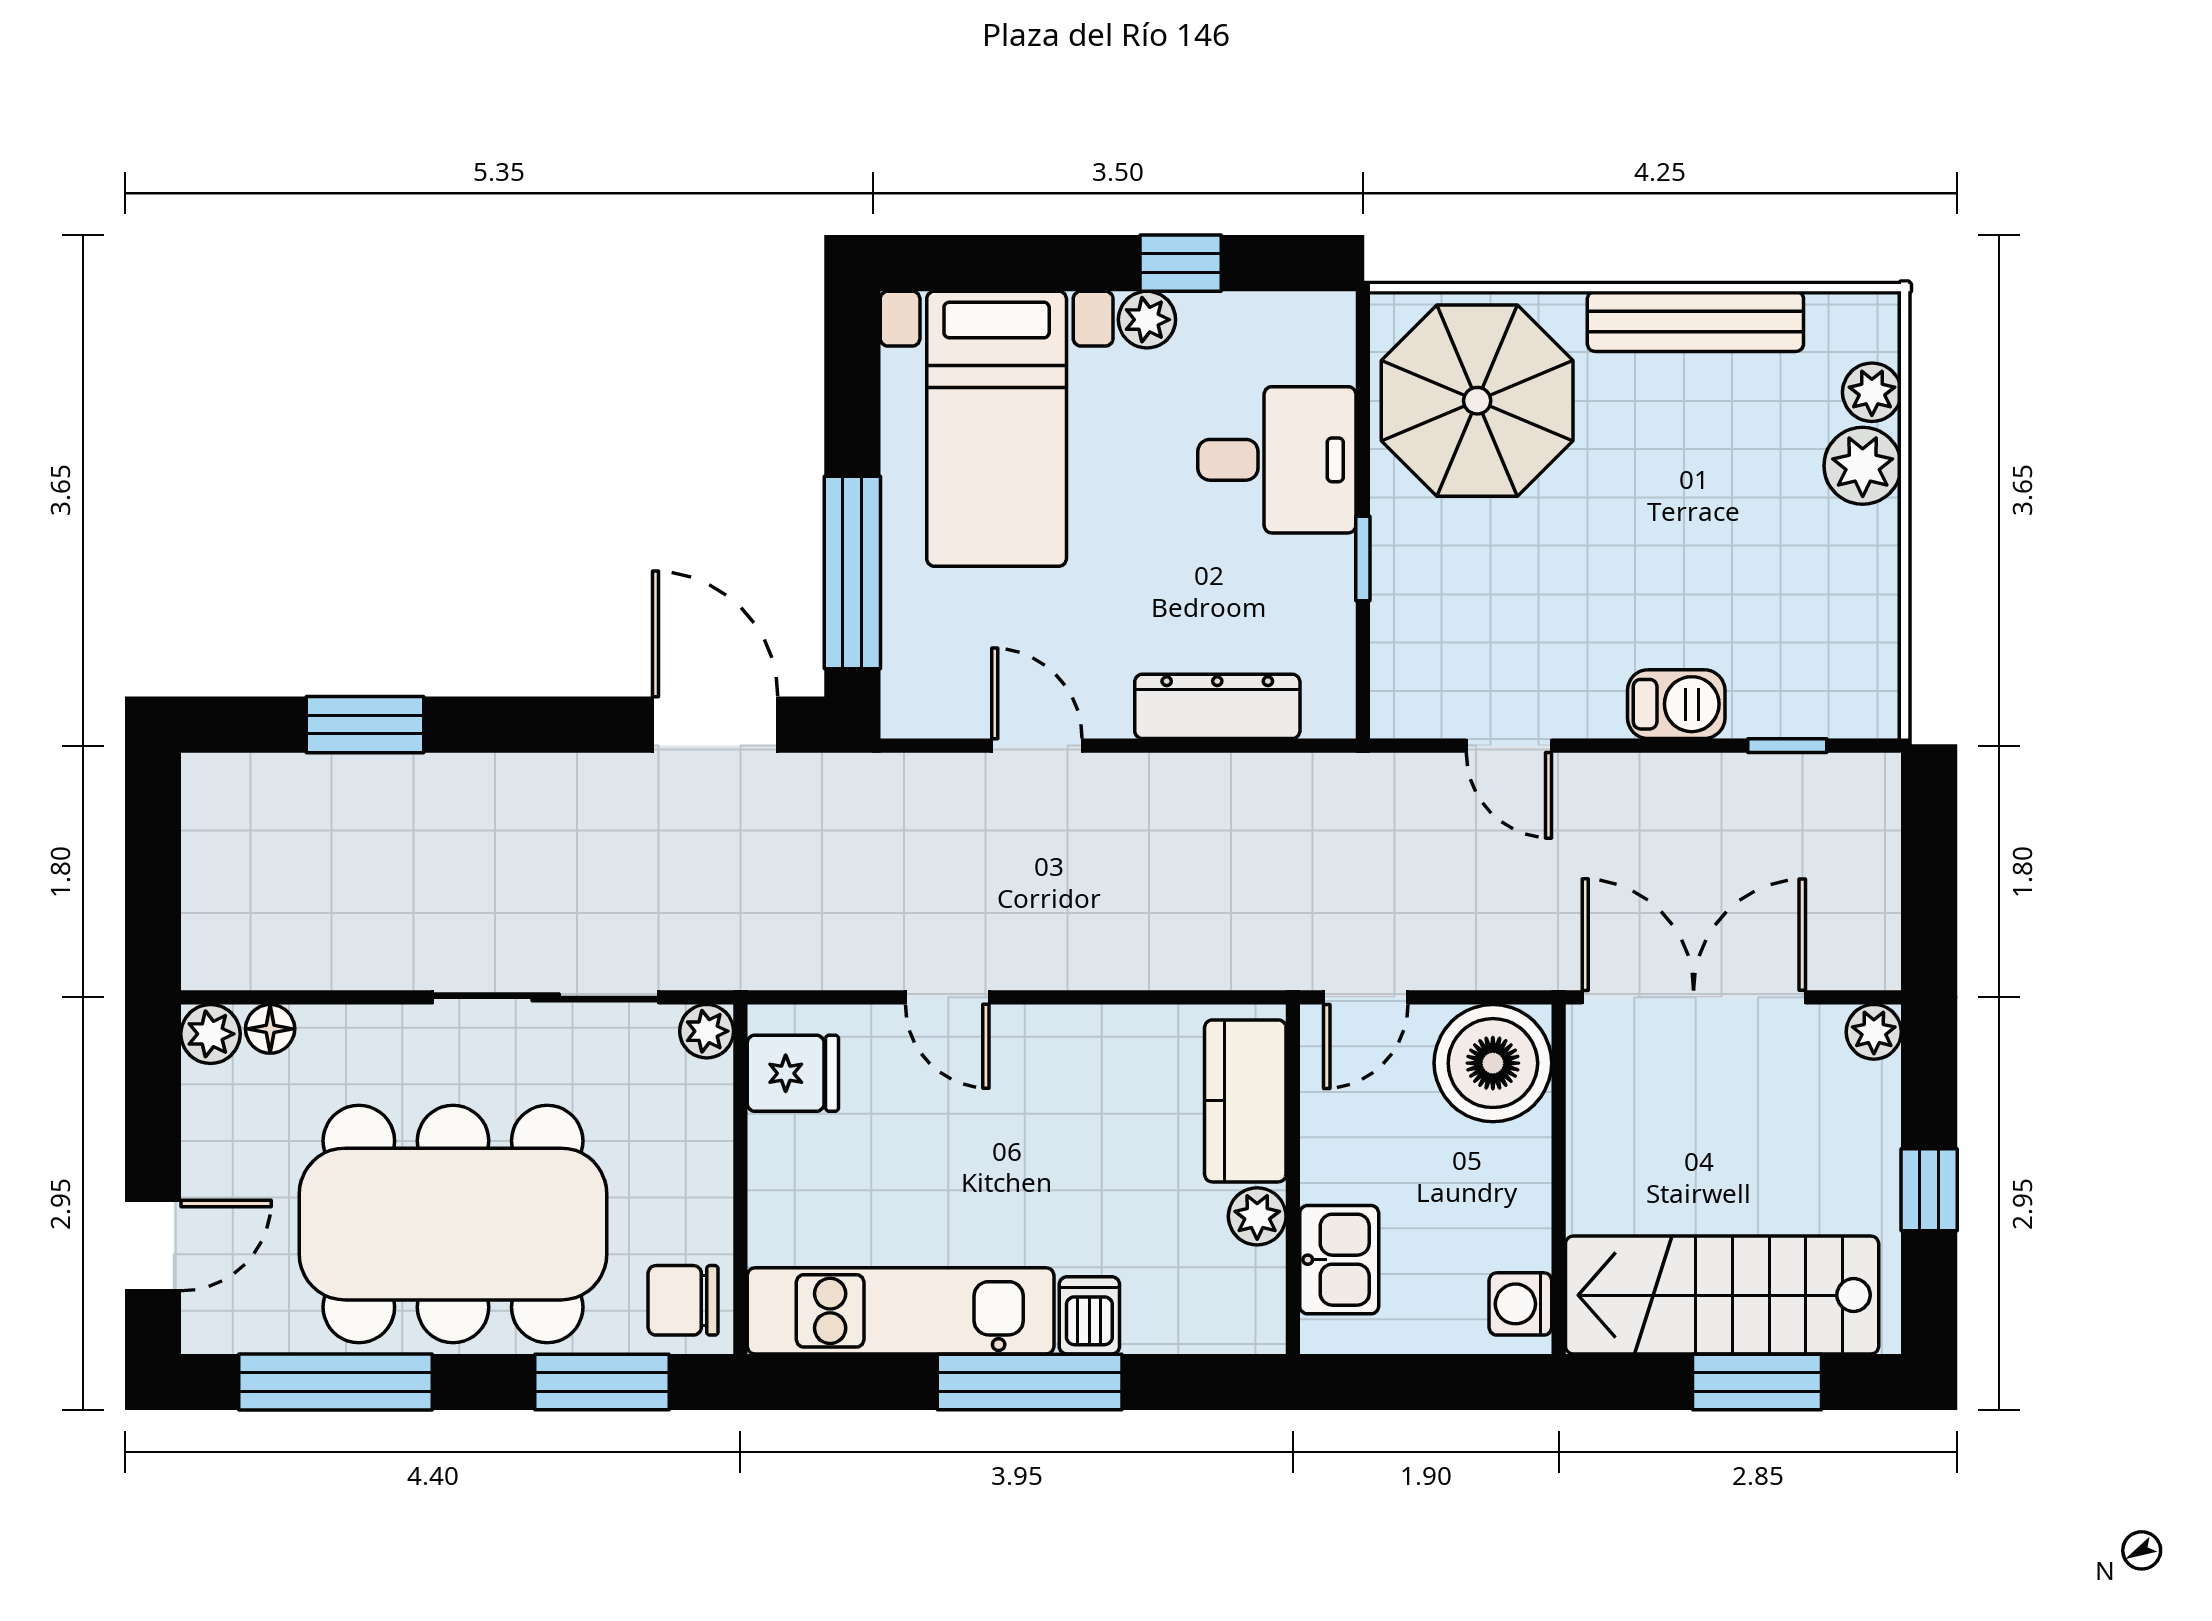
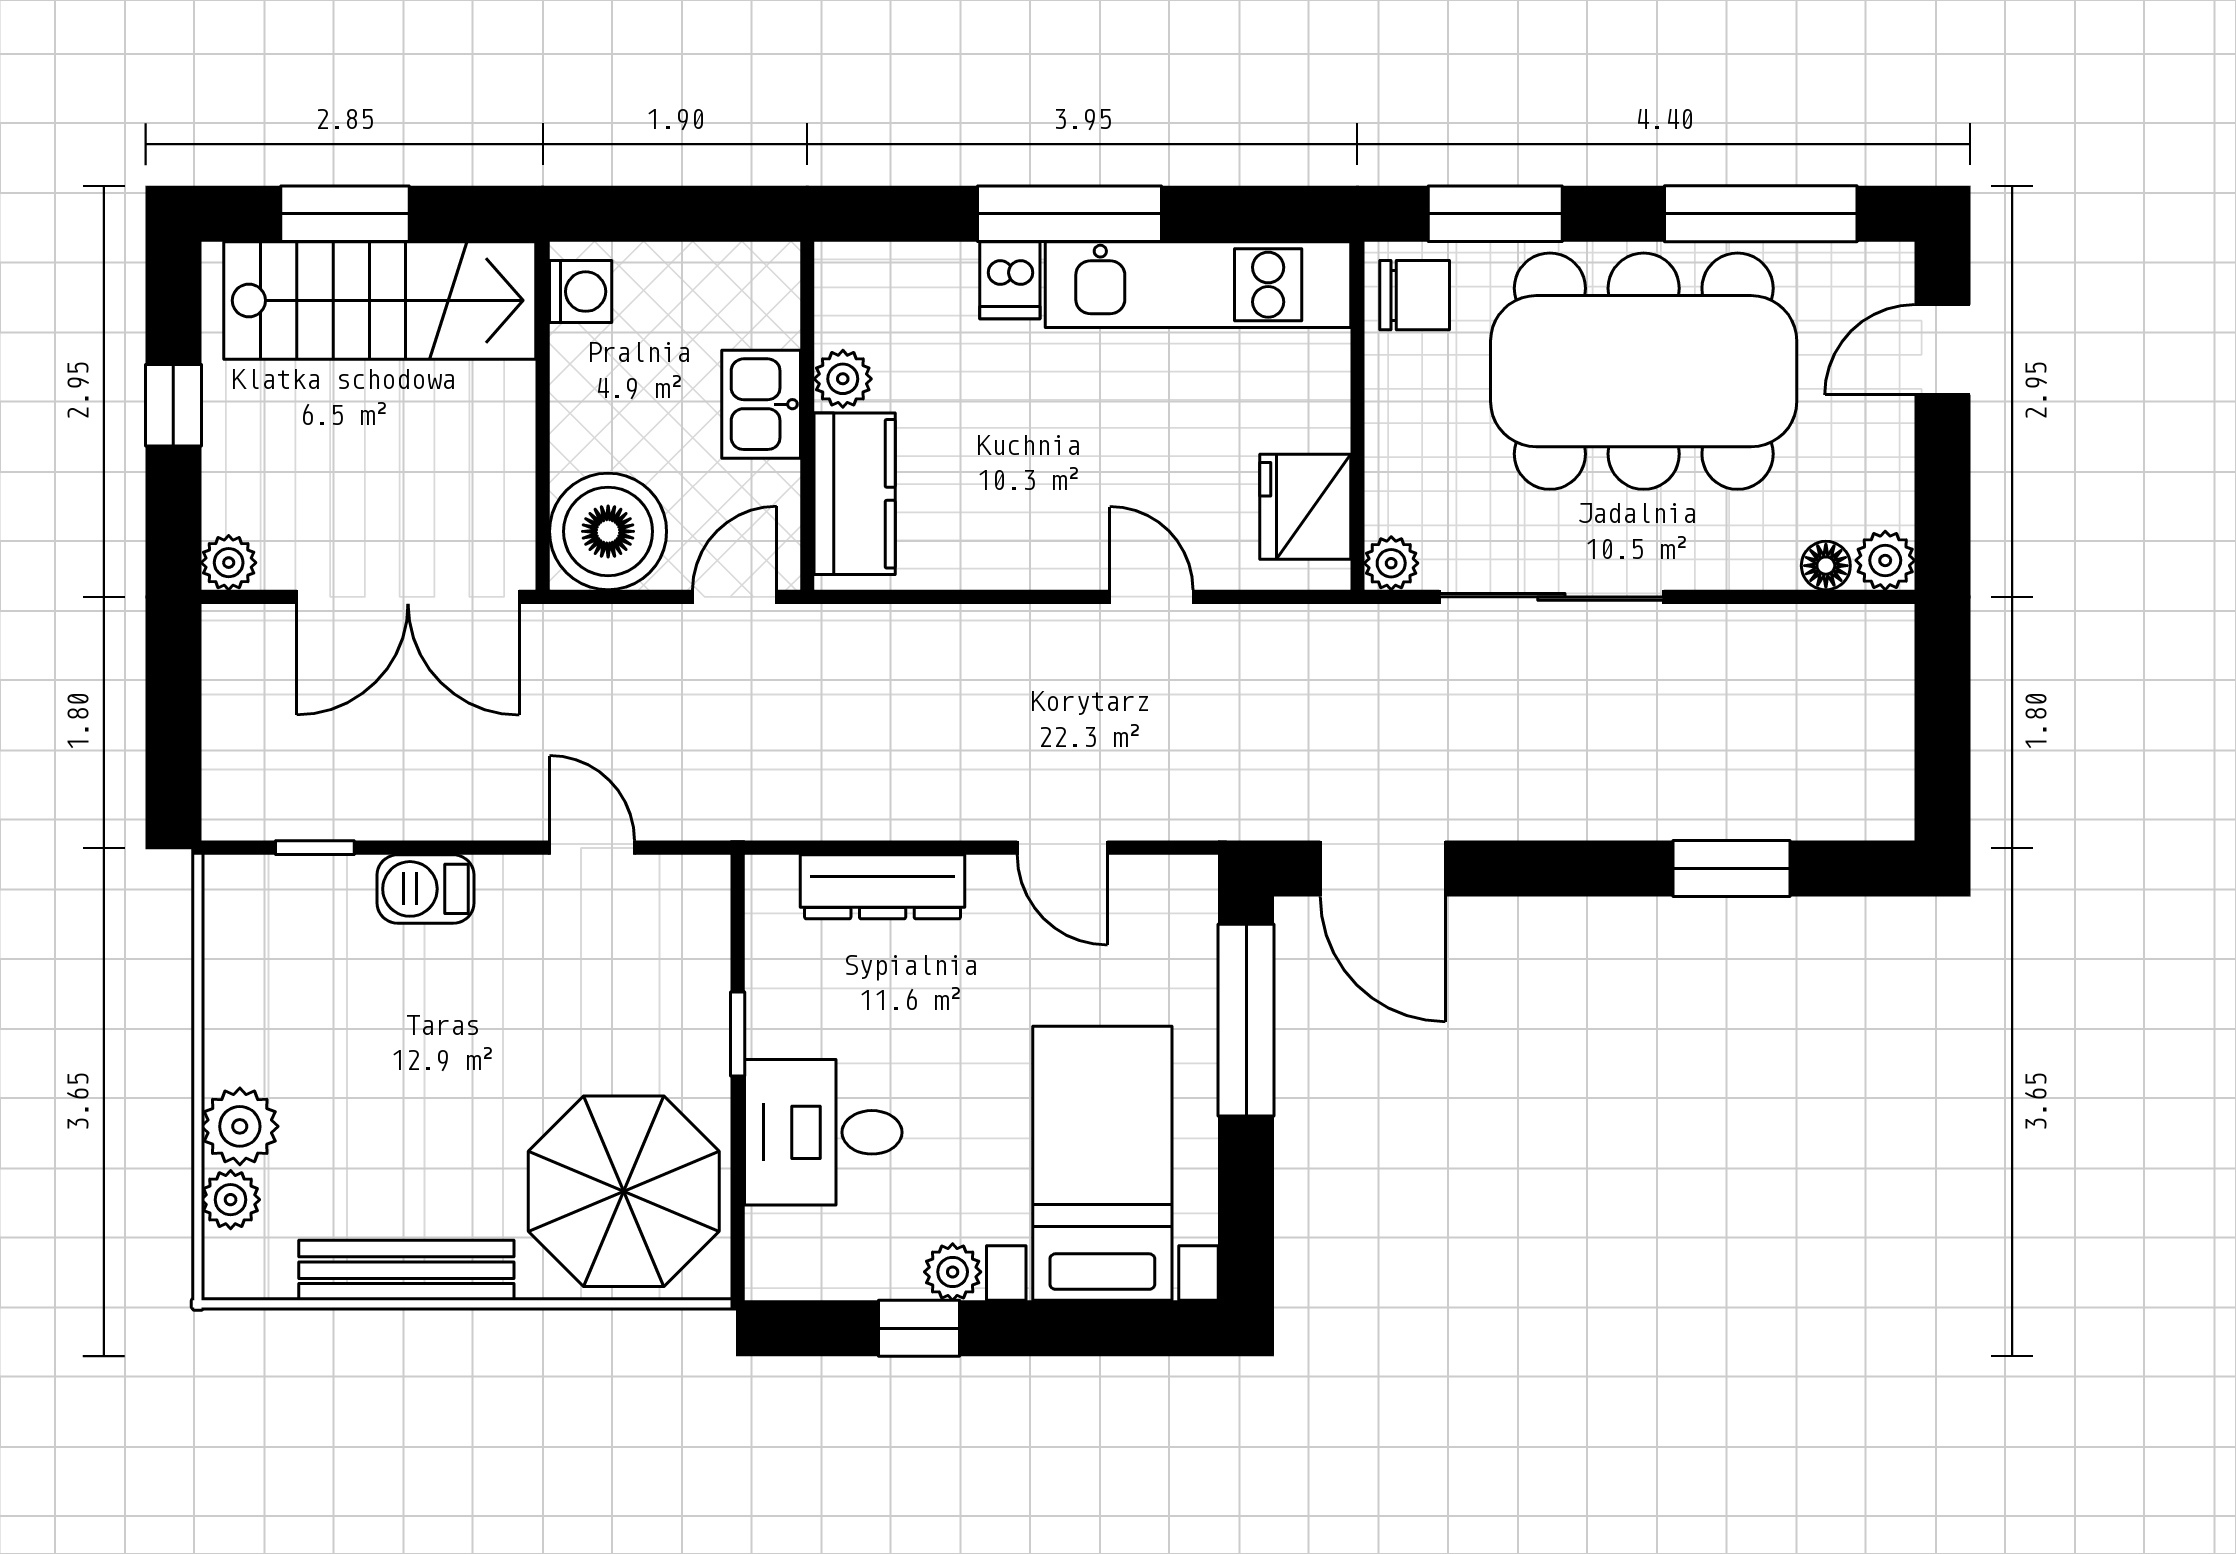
fridge: (793, 1073) -> (1305, 507), width x1.38
kitchen sink: (1339, 1260) -> (761, 404), moved

